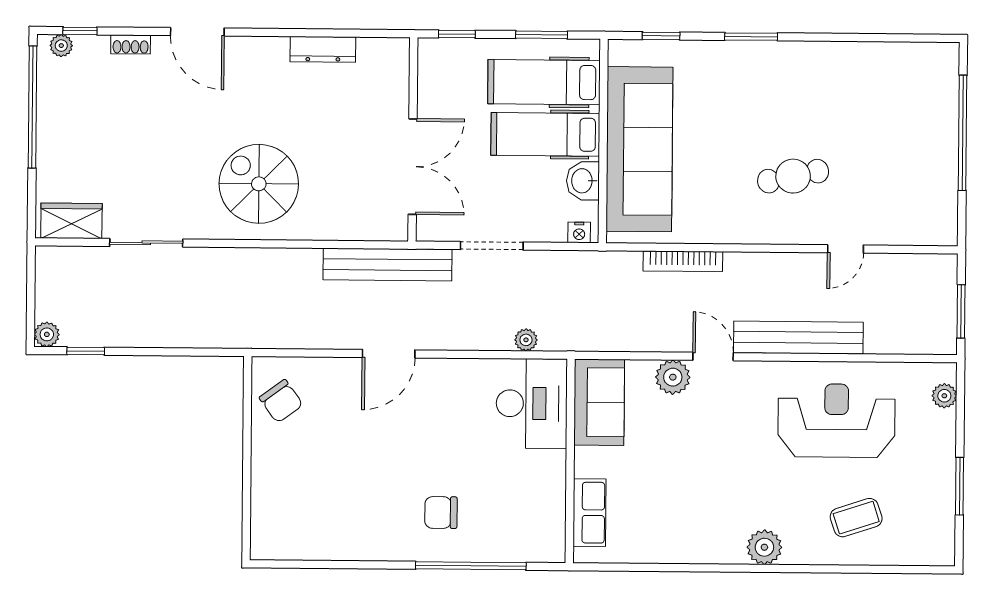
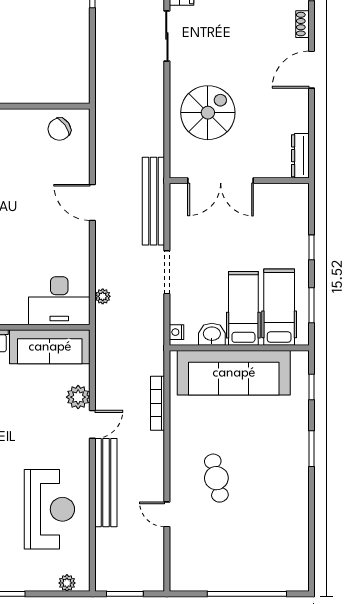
wall: (413, 139) -> (239, 181), moved
double door: (413, 167) -> (221, 181), moved
sofa: (599, 402) -> (50, 347), width x1.36

